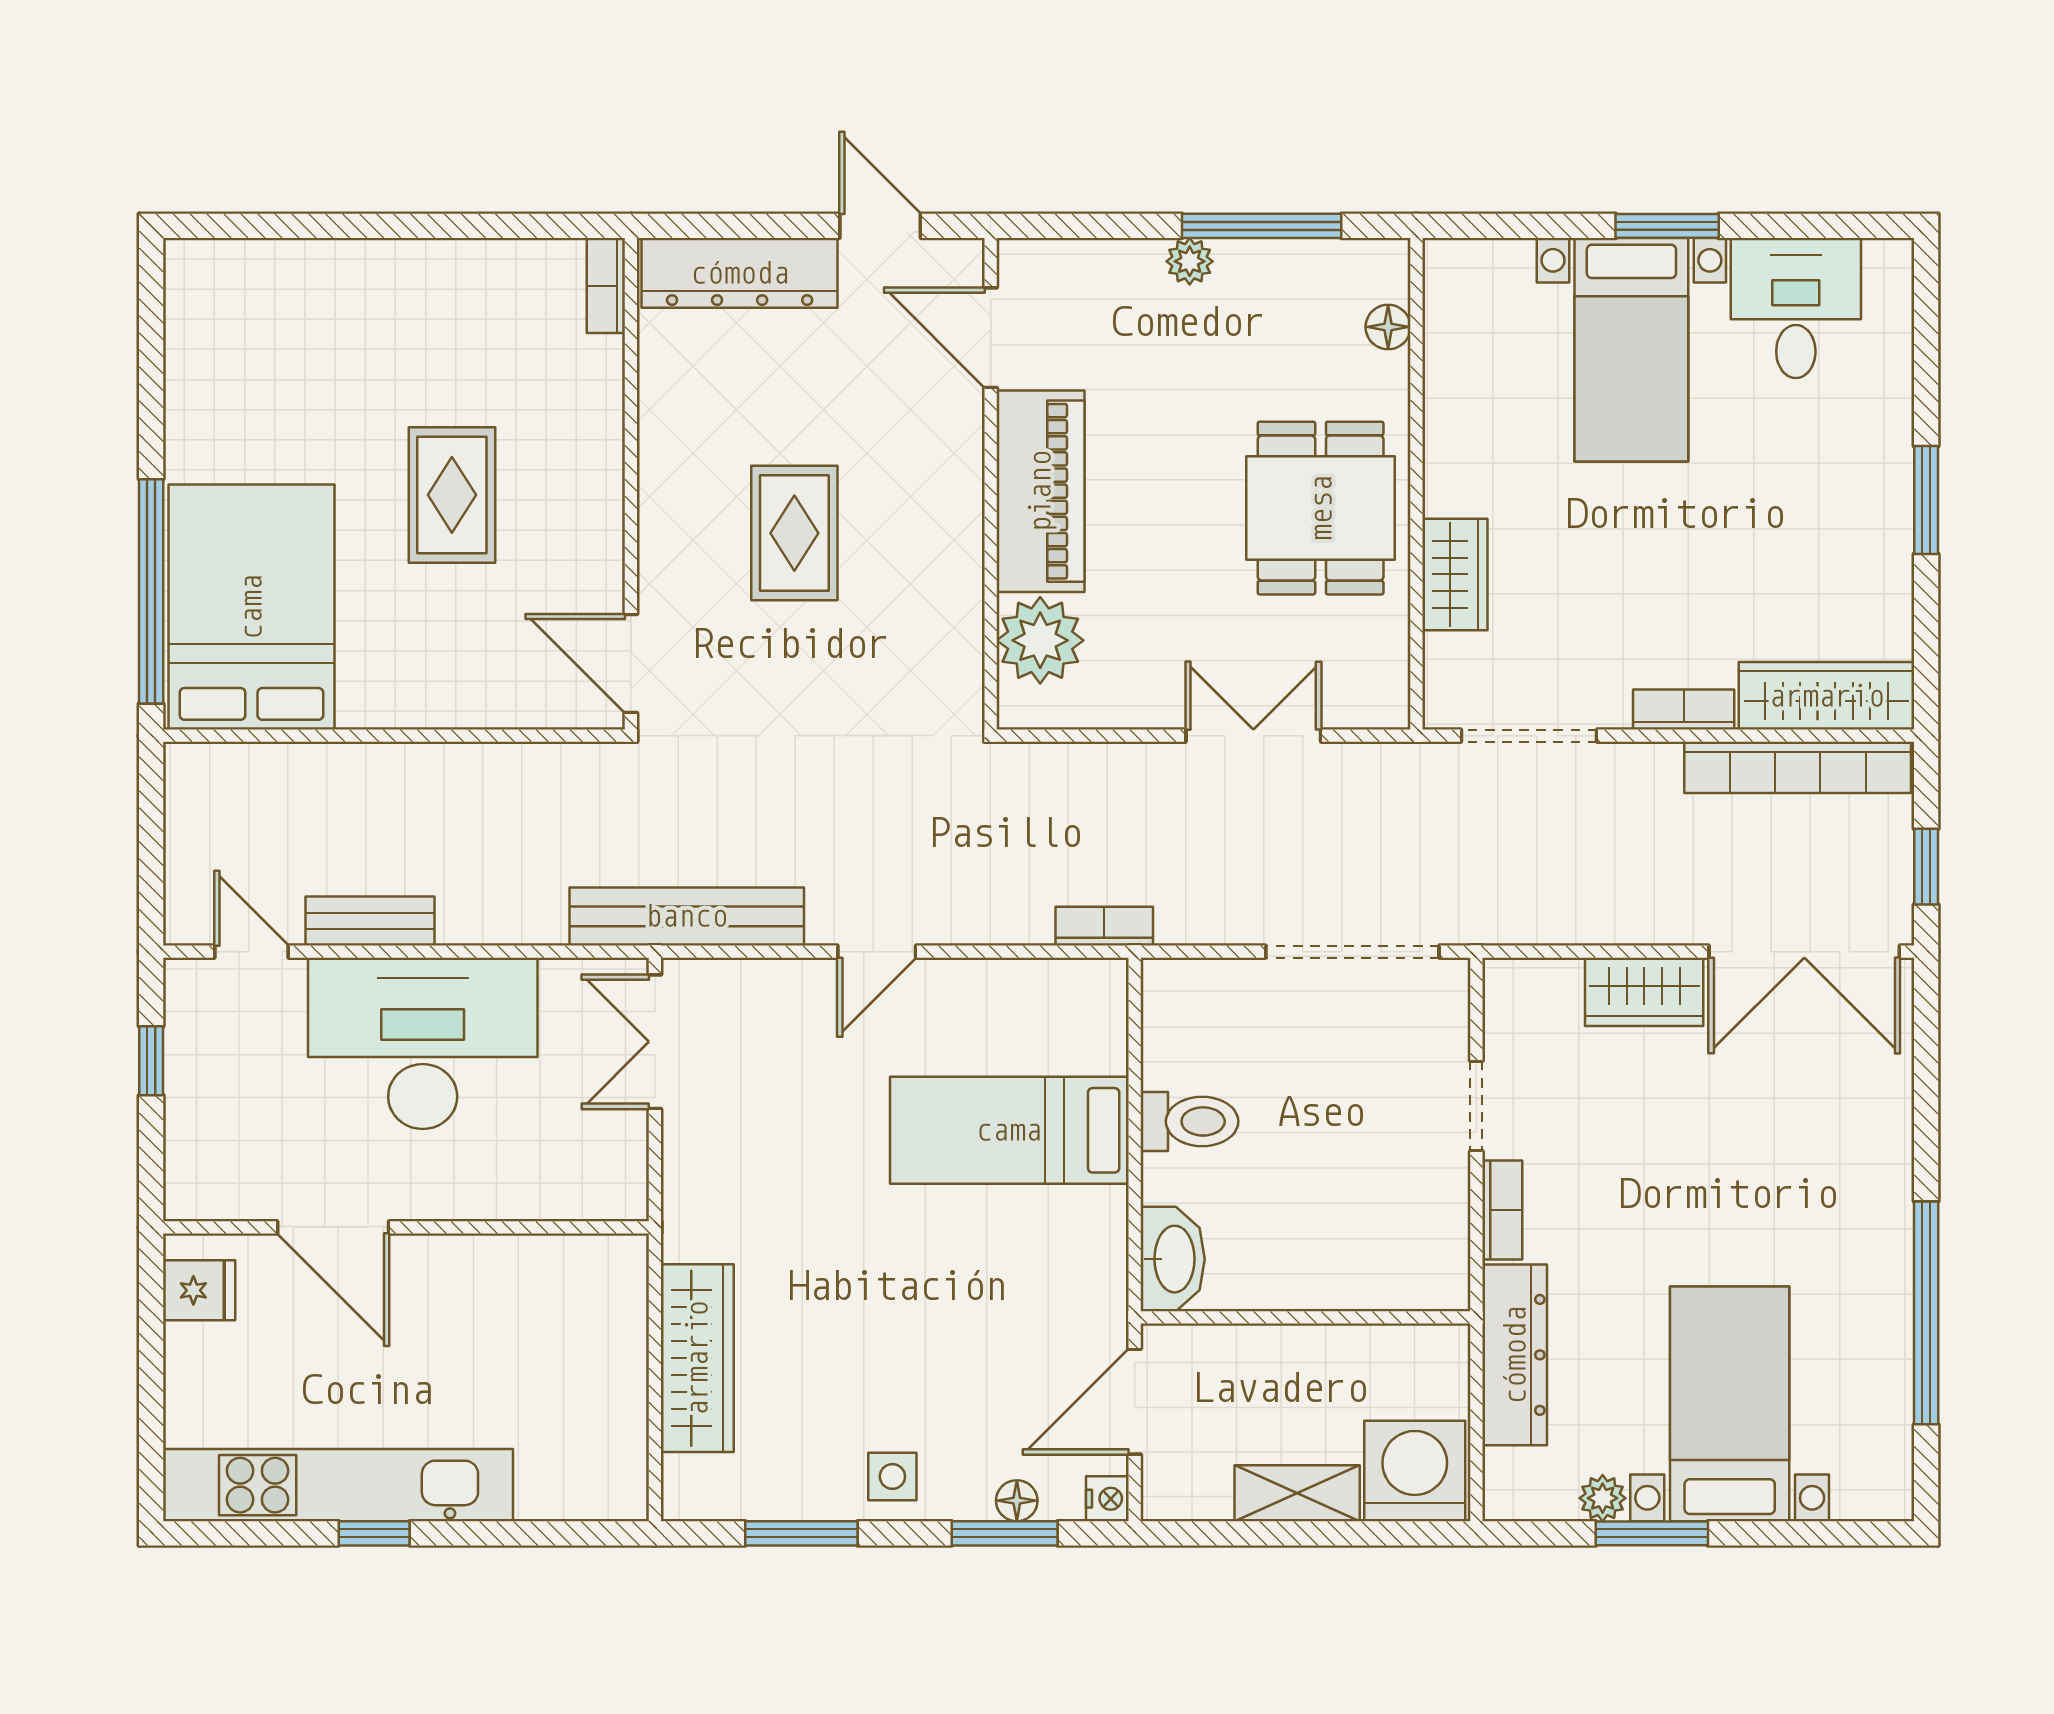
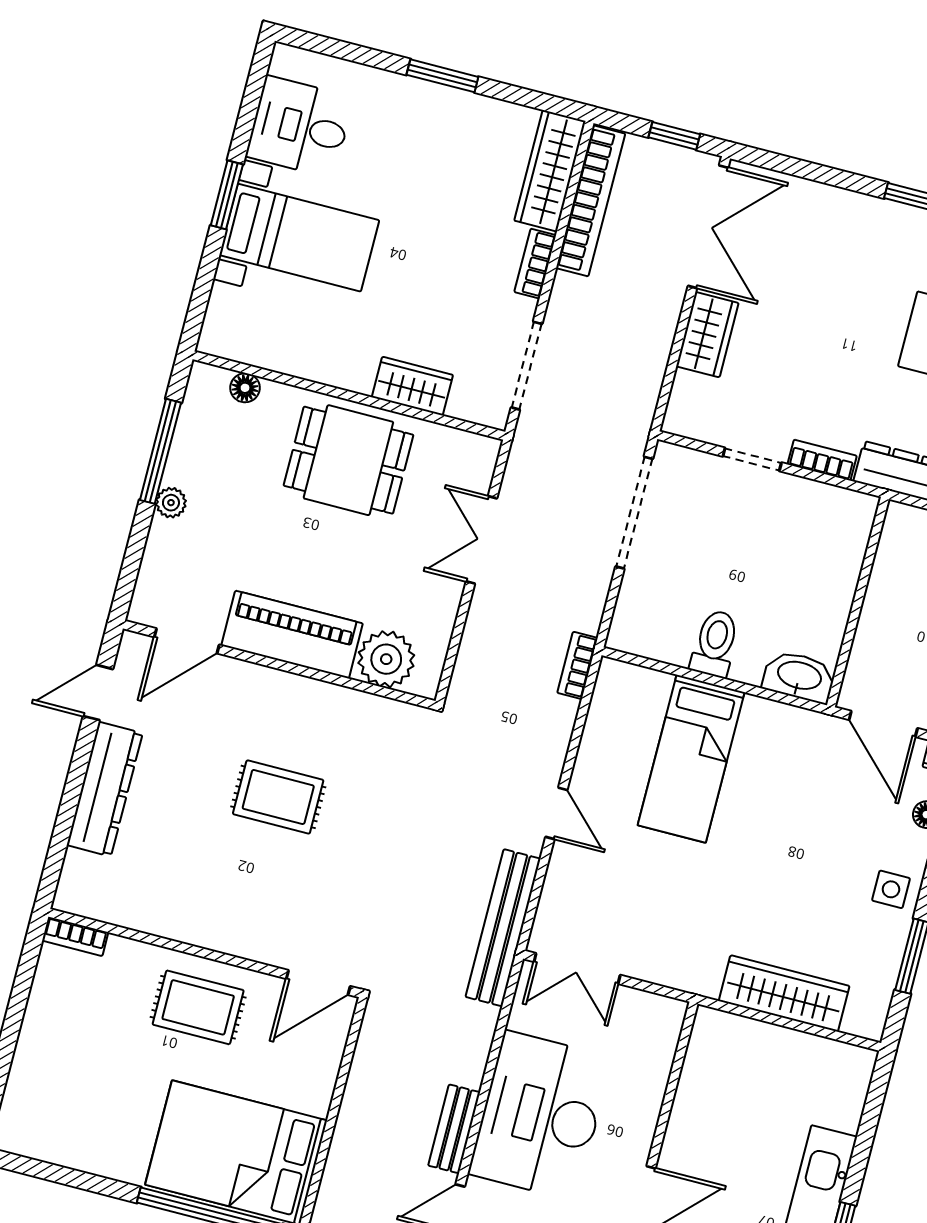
bookcase: (606, 286) -> (75, 936), moved
wall: (631, 484) -> (205, 953), moved
door: (631, 663) -> (318, 982), moved

